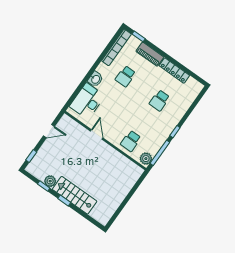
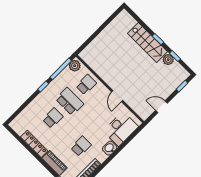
school desk: (145, 121) -> (70, 101), added

